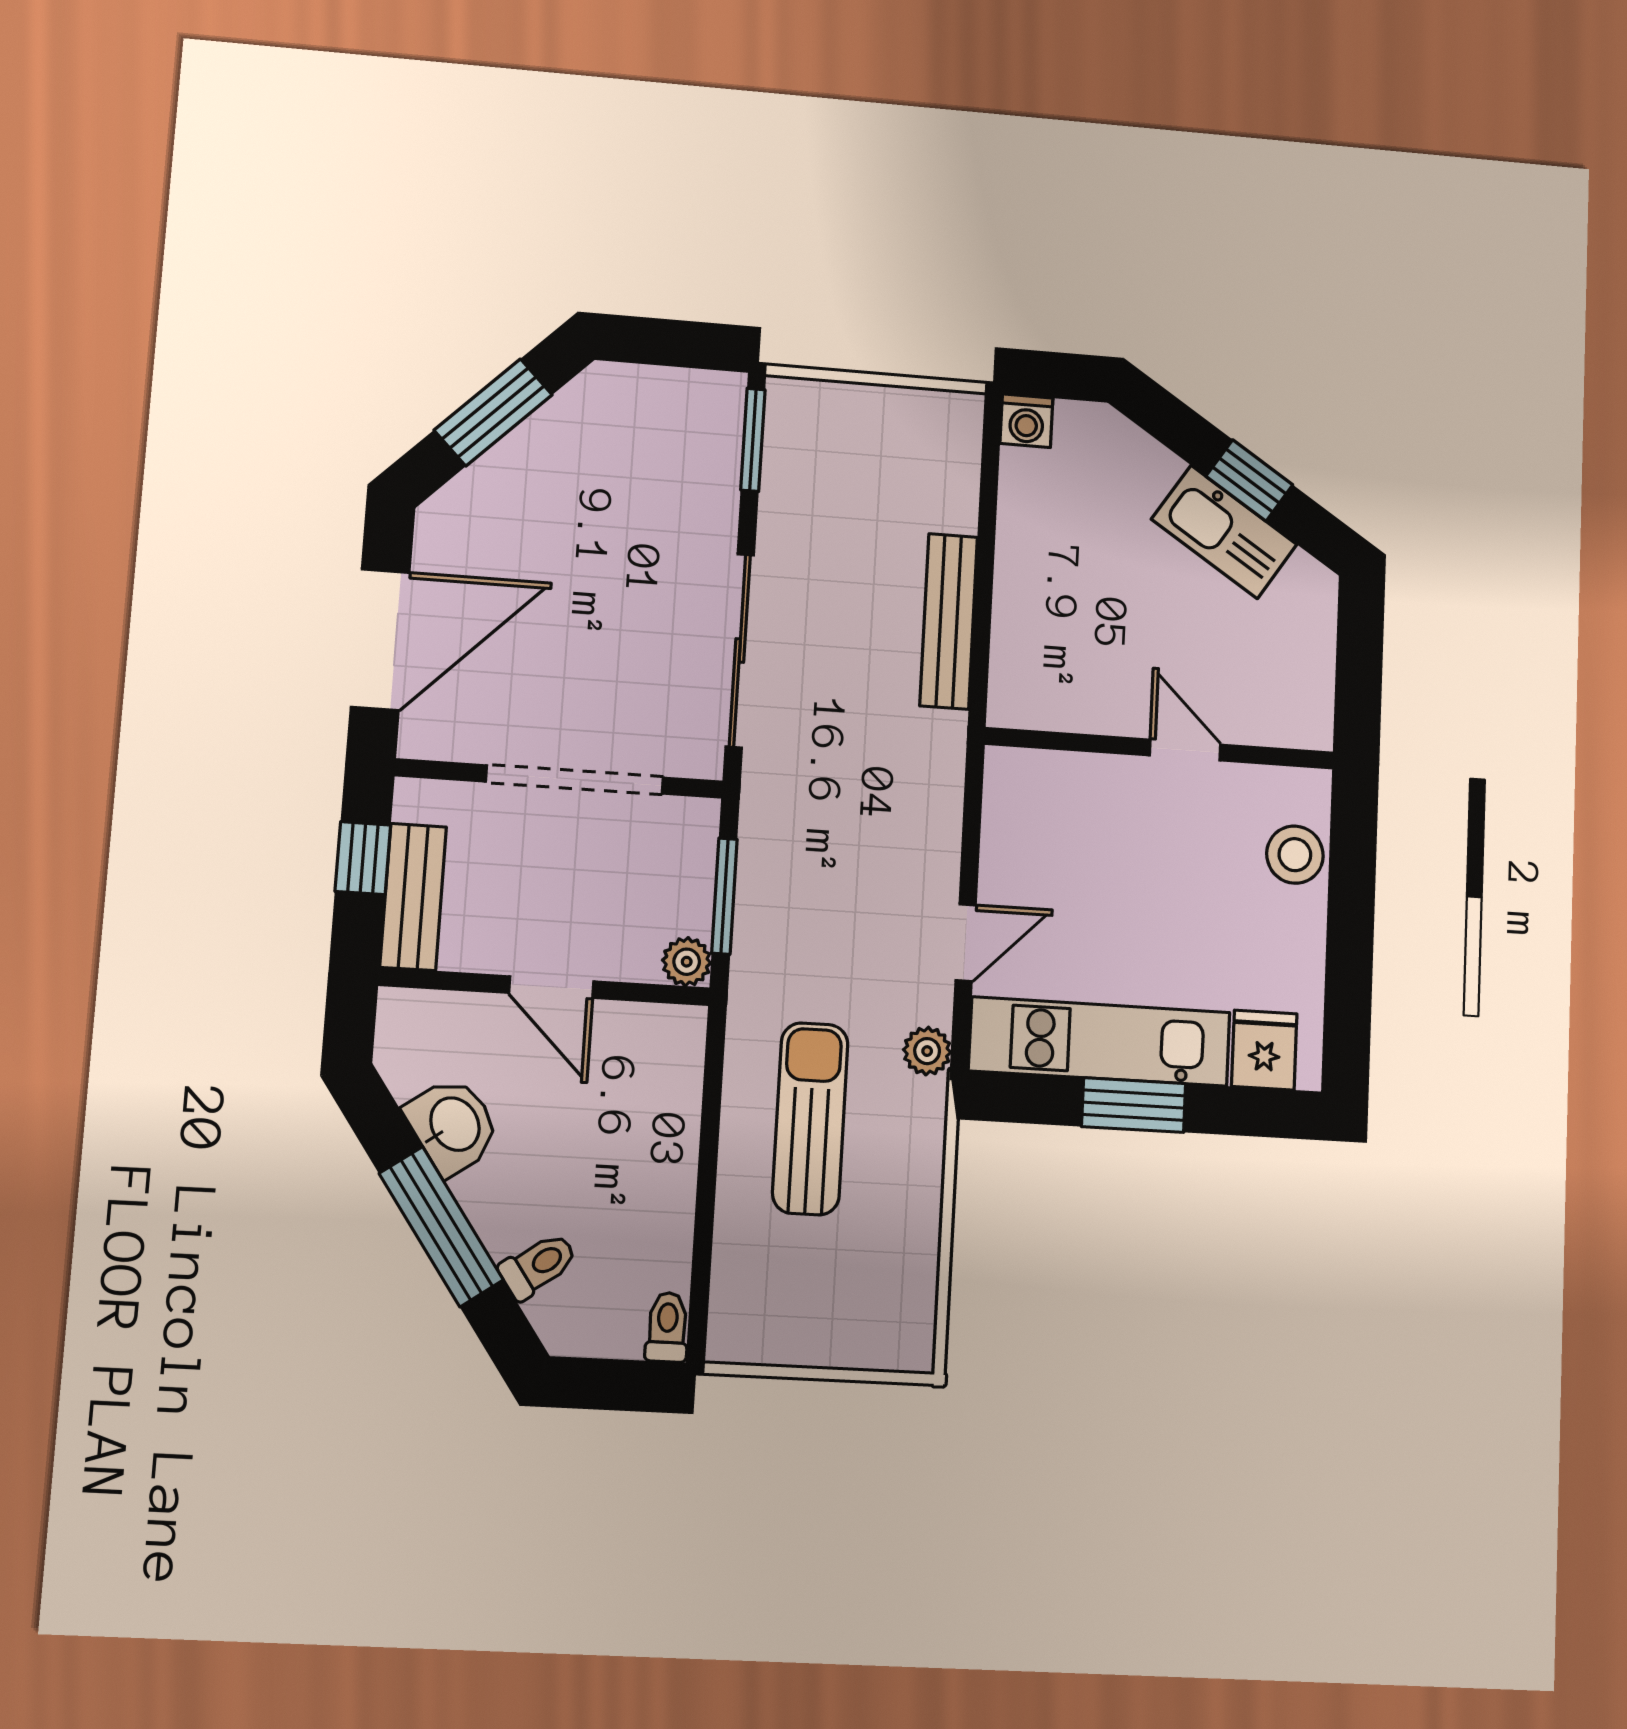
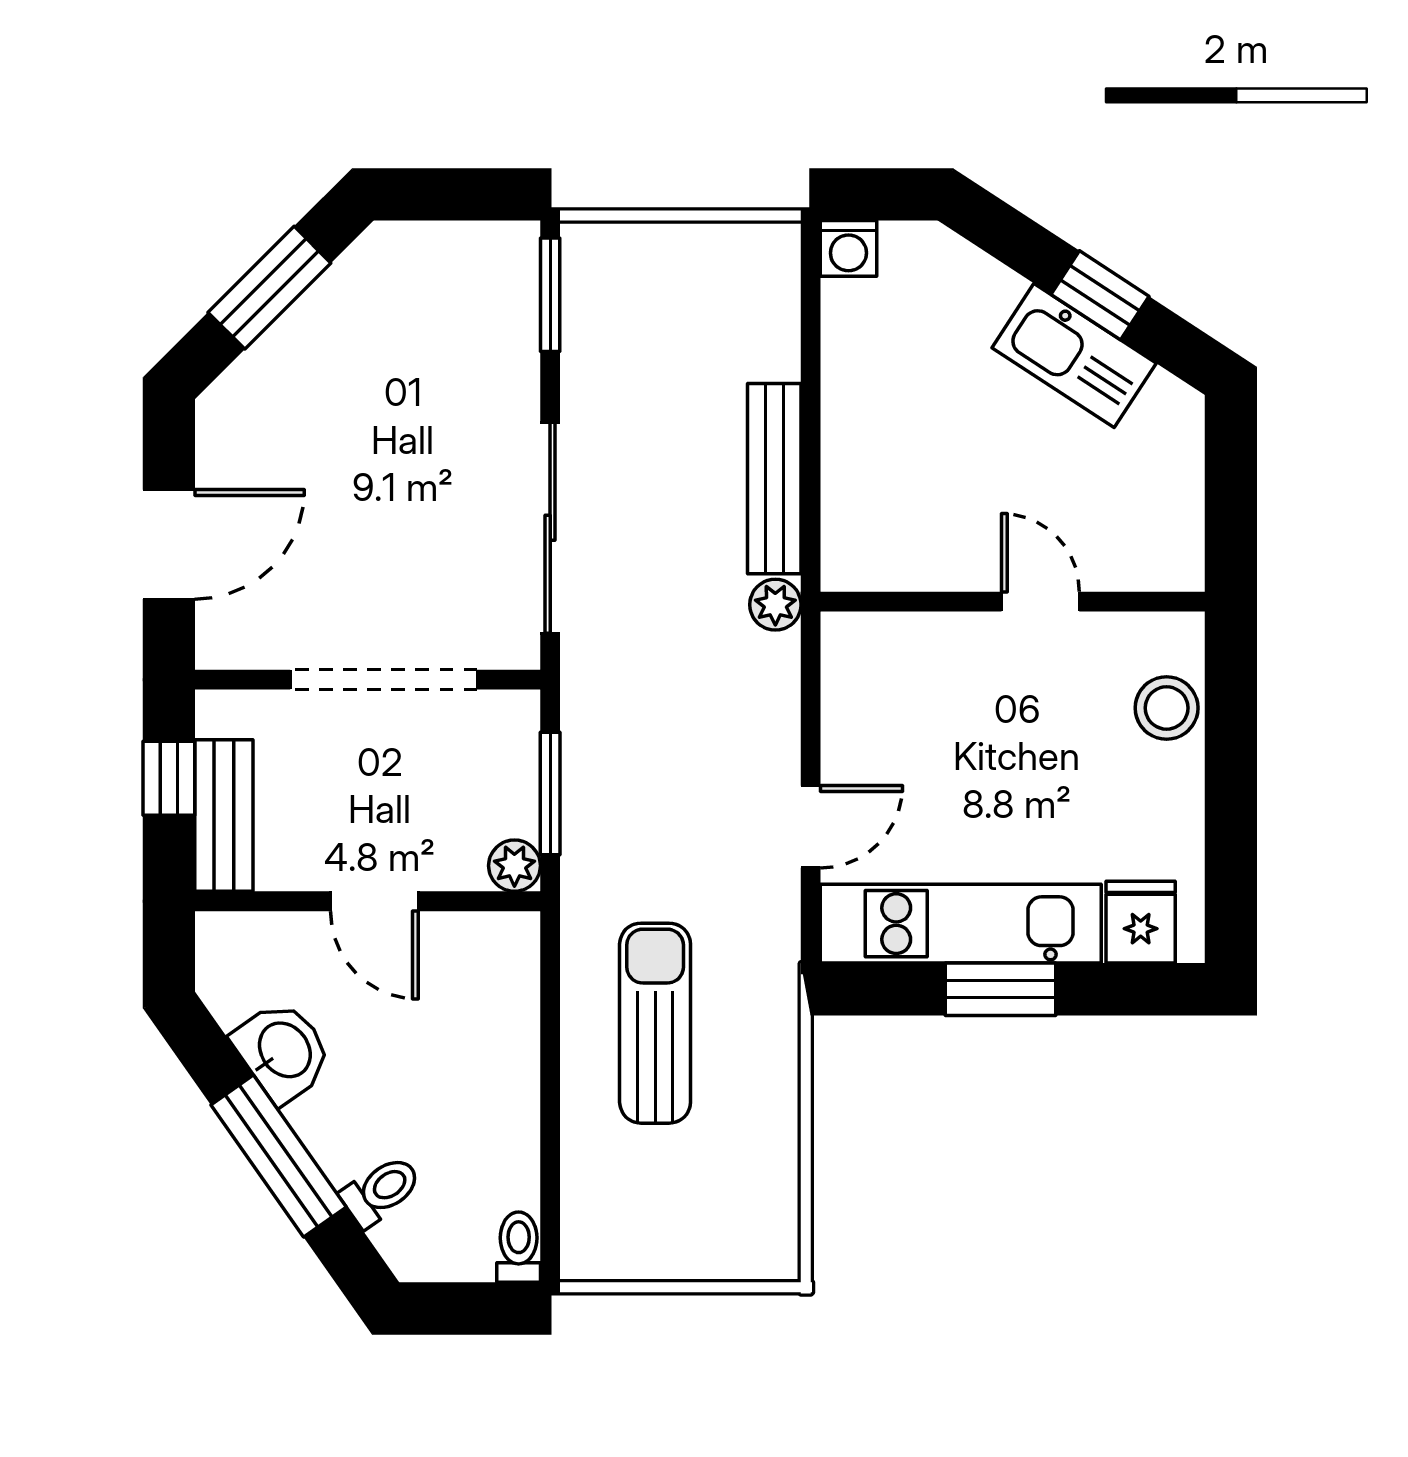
door: (380, 640) -> (169, 544), width x0.73
plant: (927, 1051) -> (775, 605), moved

